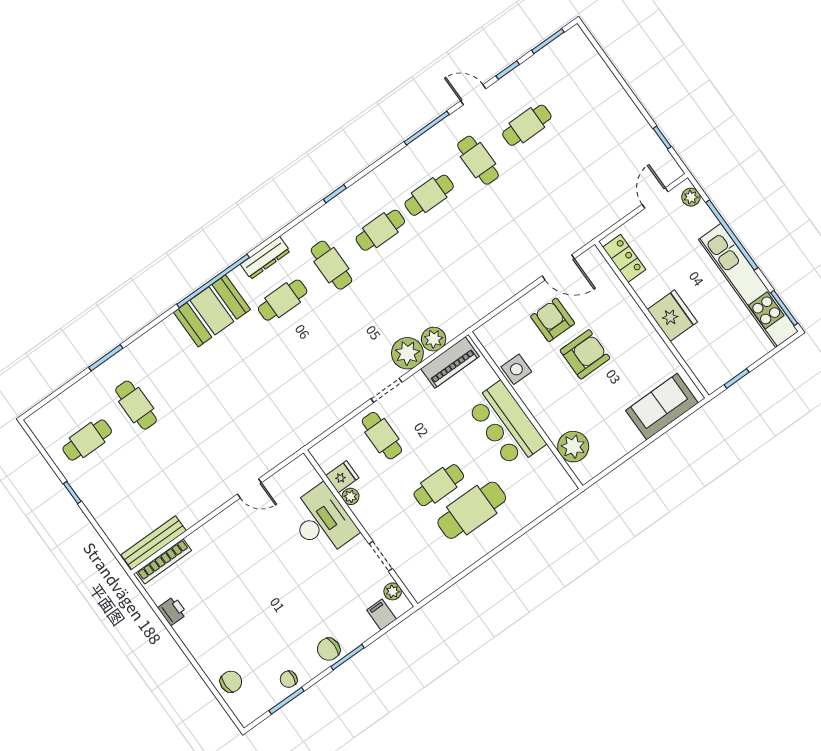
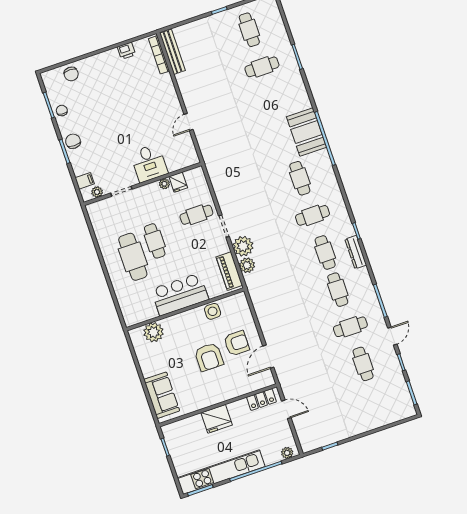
door: (655, 198) -> (286, 409), moved
dresser: (265, 258) -> (356, 252), moved
desk: (322, 521) -> (149, 163), width x0.73

